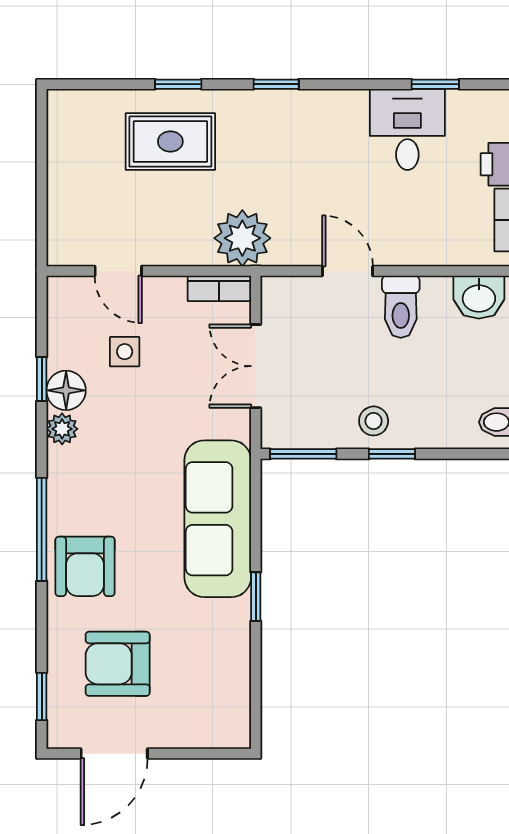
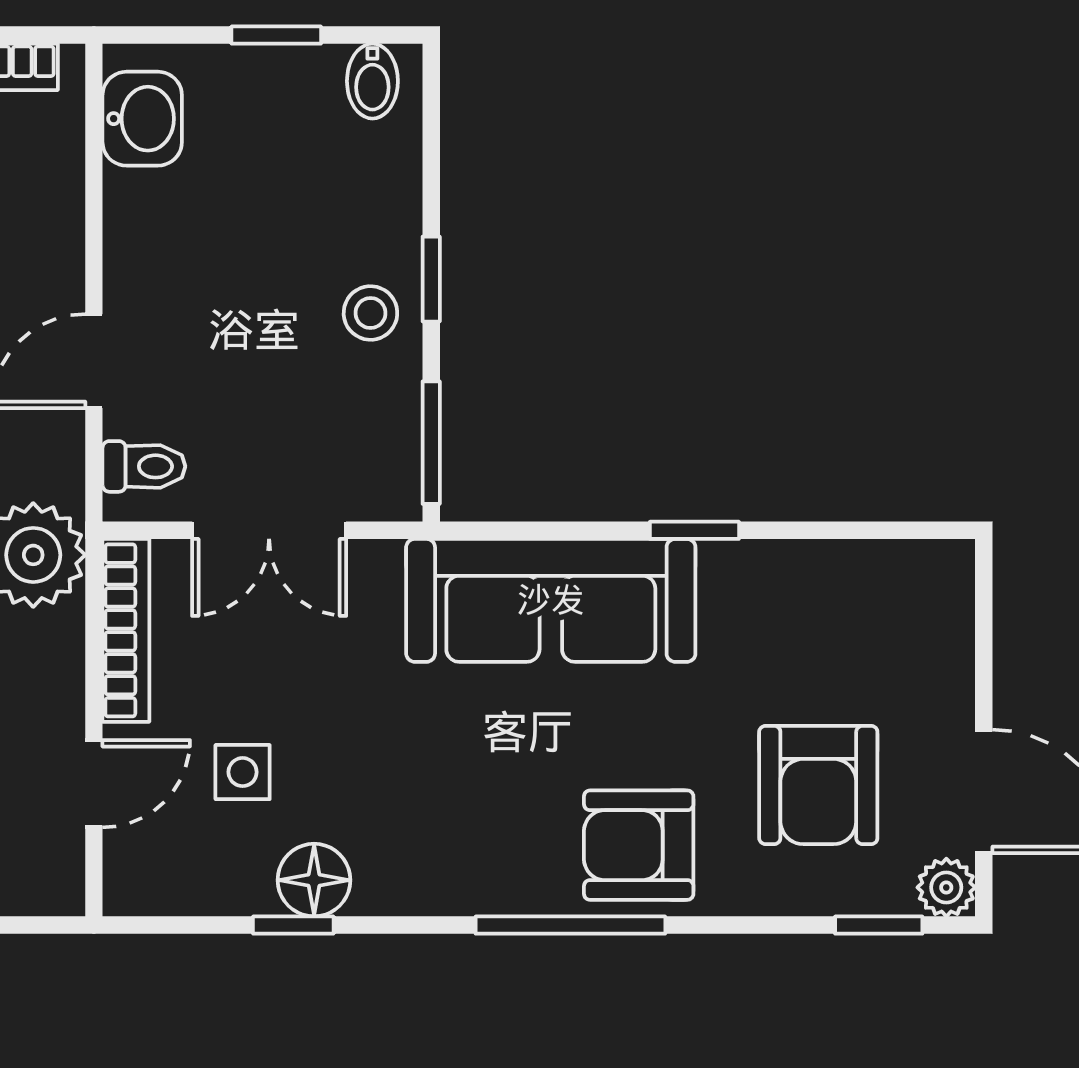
bookcase: (219, 288) -> (126, 630), width x1.56
toilet: (401, 307) -> (144, 466), moved, width x0.73, depth x0.72
plant: (62, 429) -> (946, 887), moved
armchair: (85, 566) -> (639, 845), turned 180

